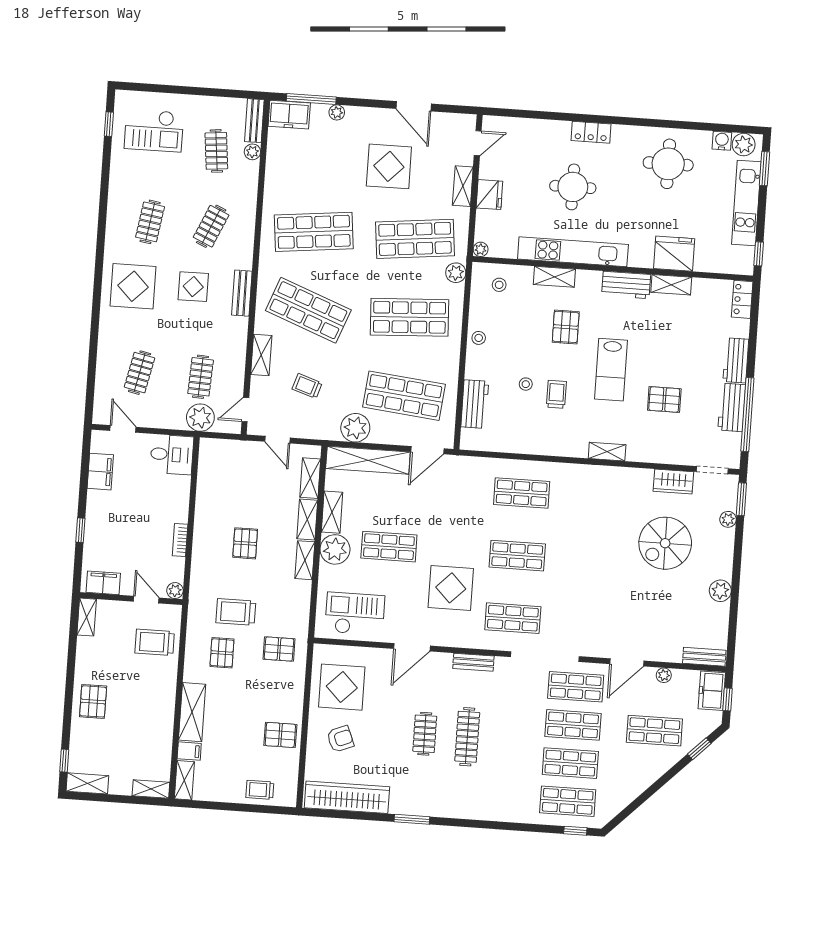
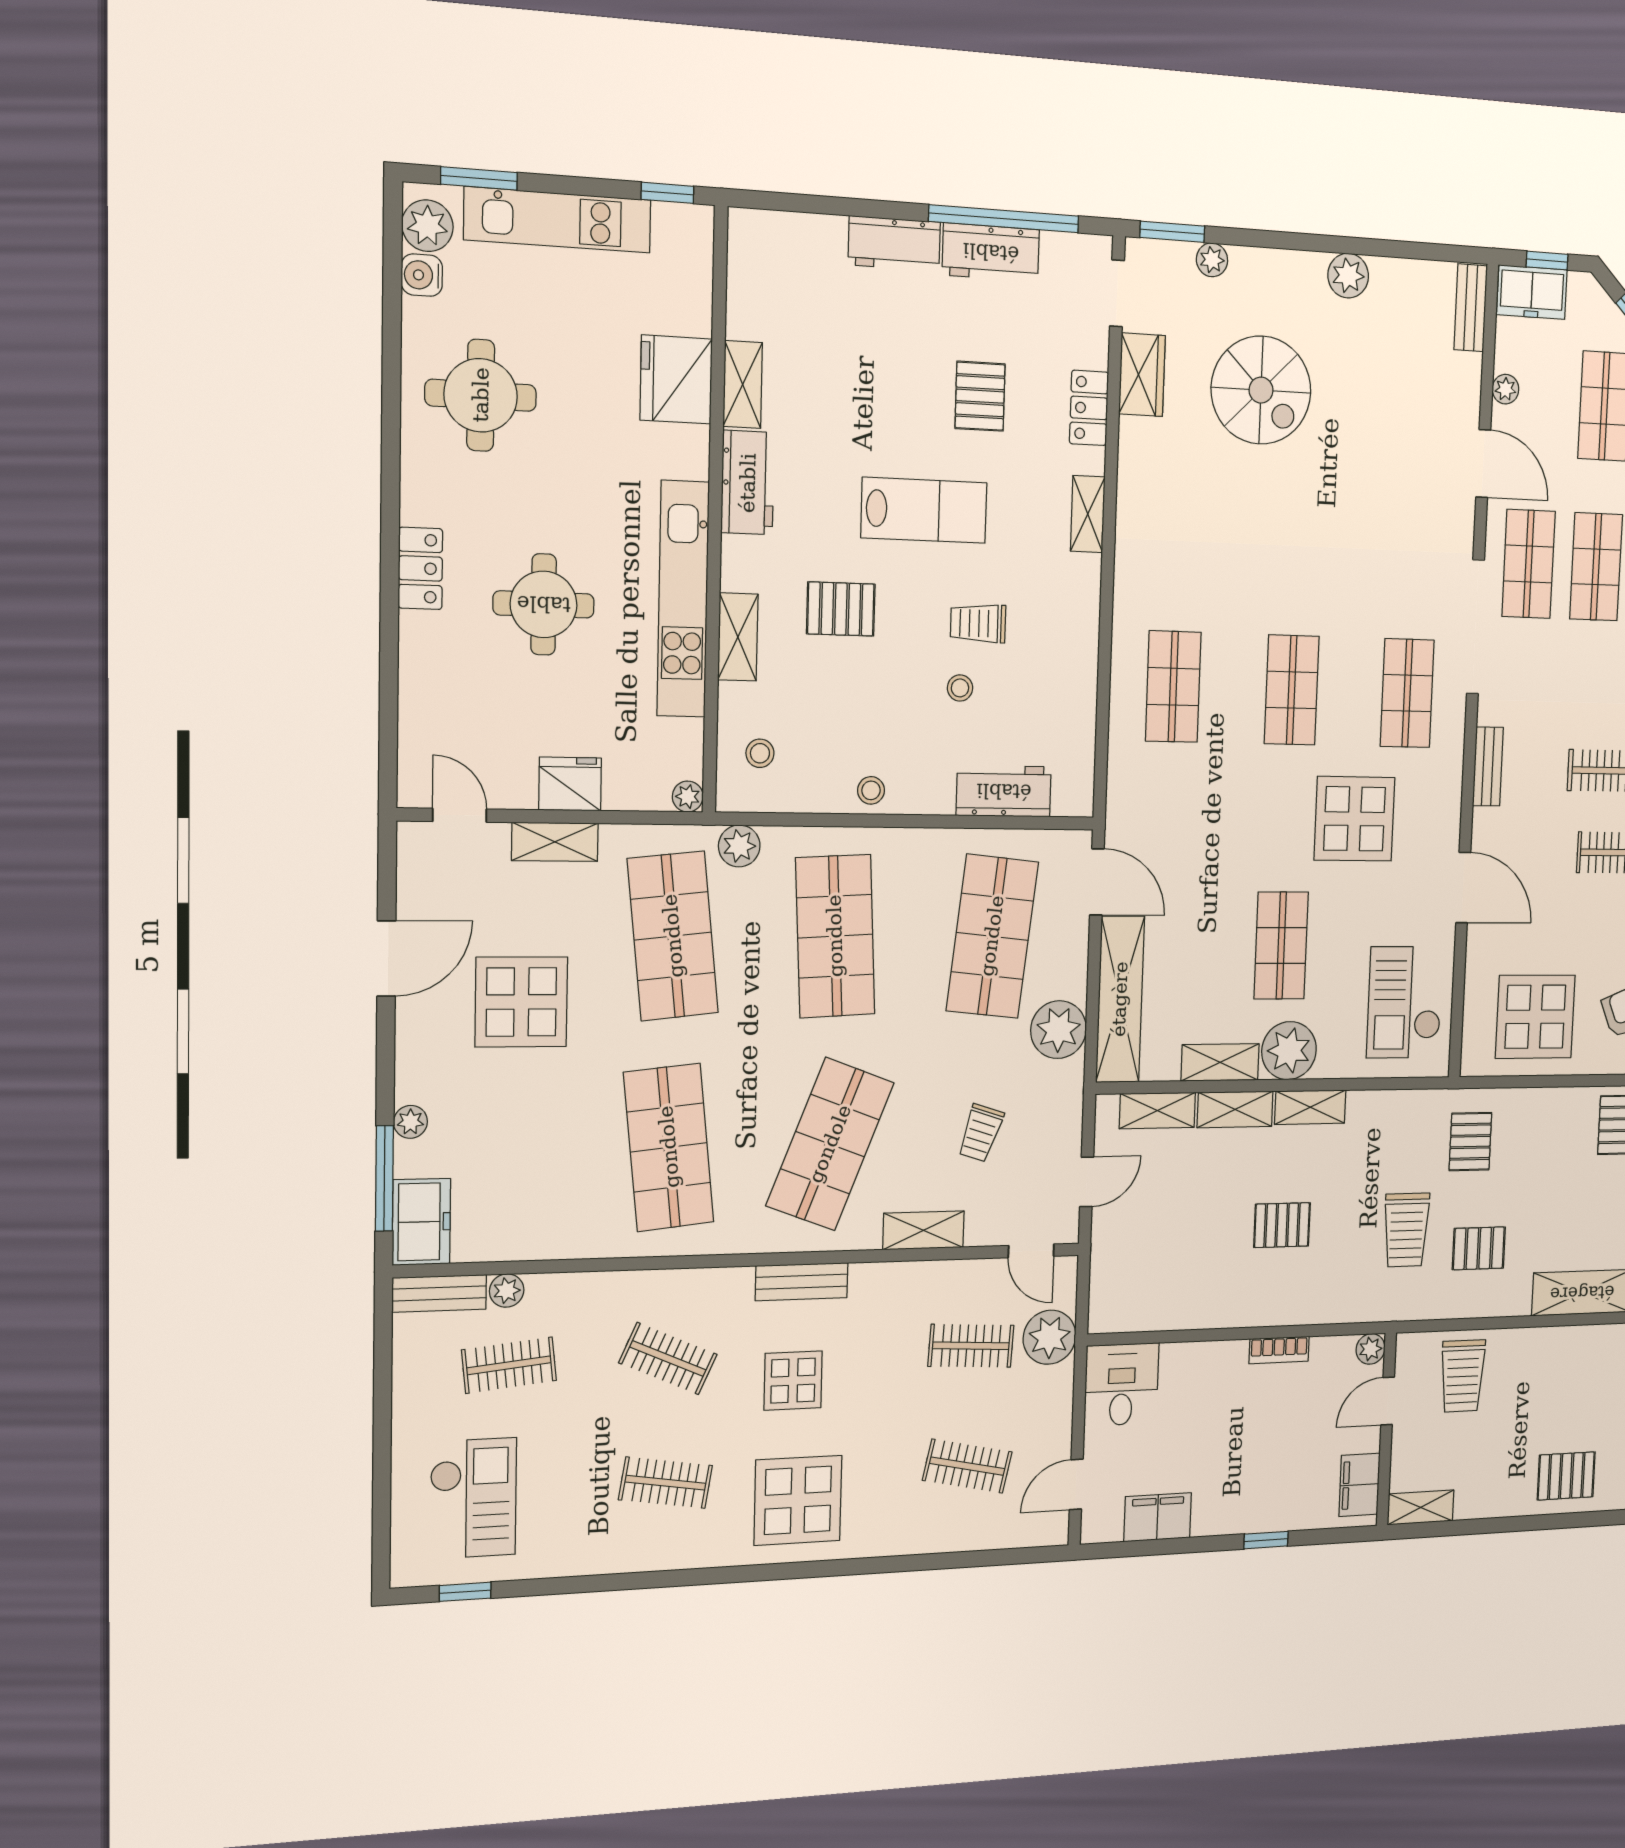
locker: (742, 299) -> (1089, 408), moved, turned 90

